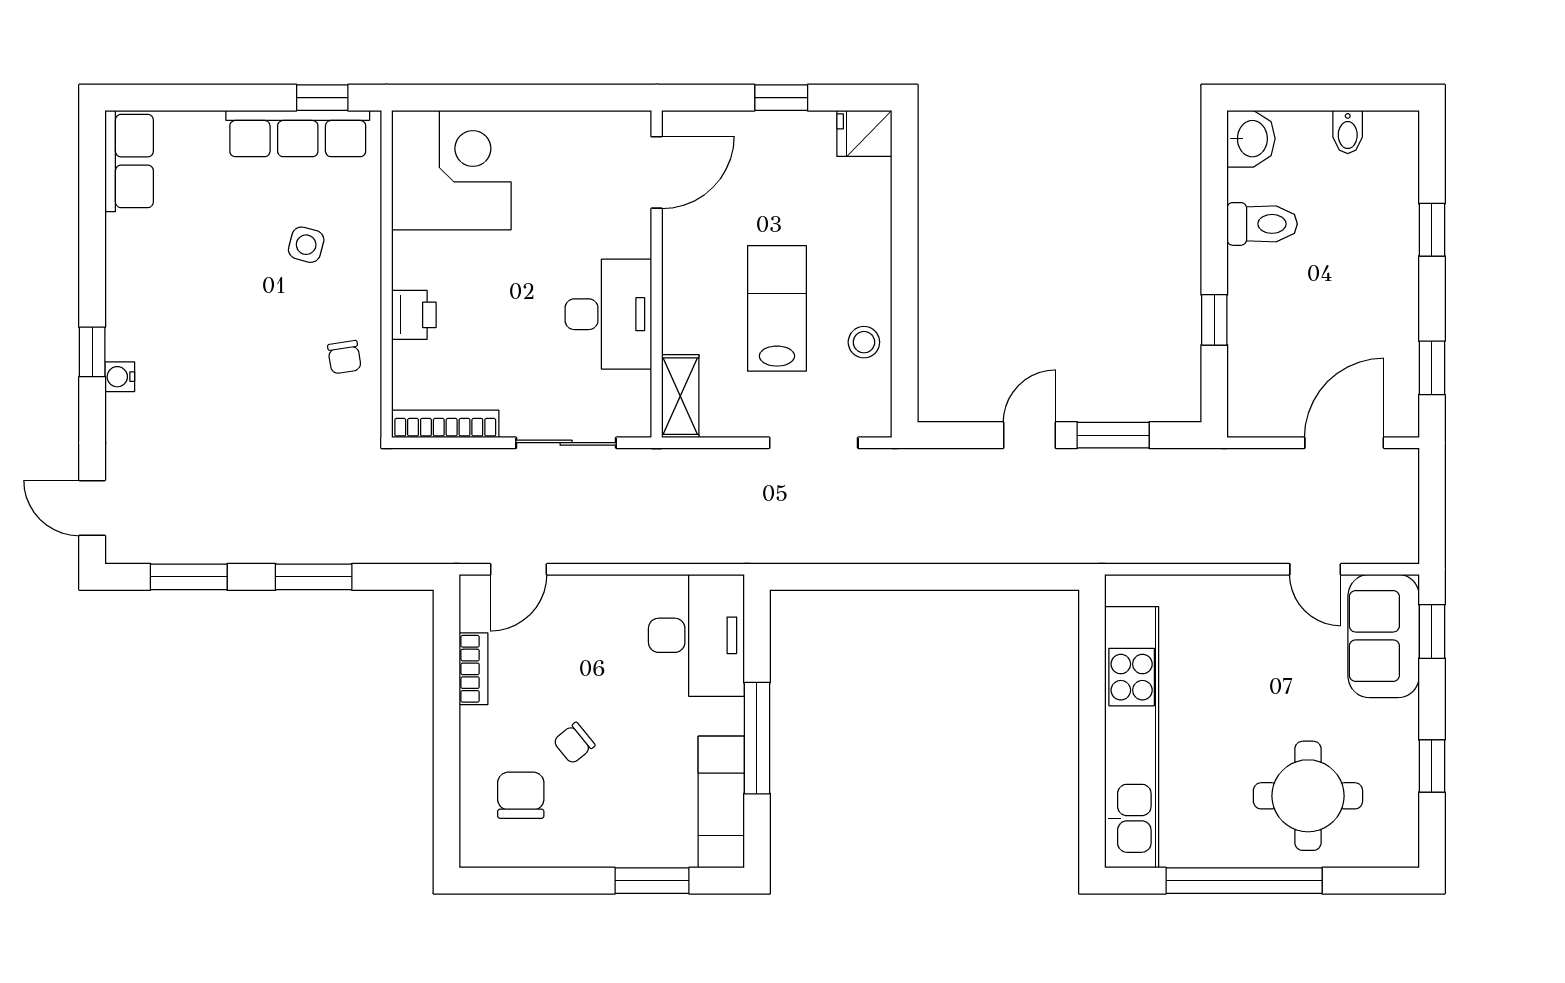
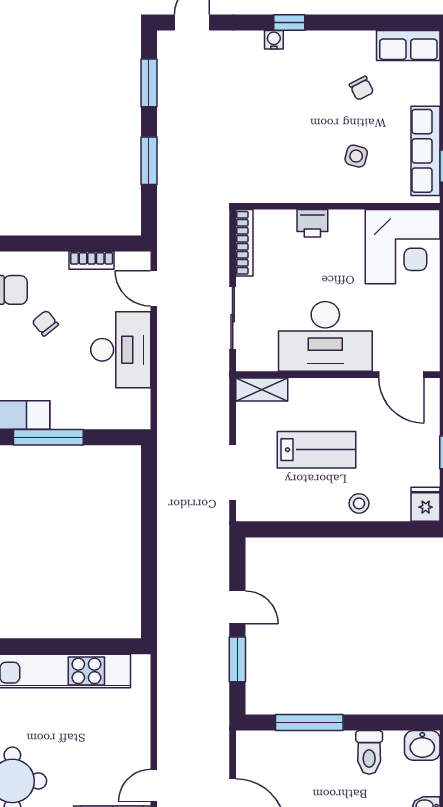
desk: (608, 314) -> (325, 336), width x1.36, depth x1.30
window: (1214, 320) -> (309, 723), width x2.17
stool: (864, 342) -> (359, 503), moved
chair: (344, 357) -> (361, 88), moved, turned -108
desk: (696, 635) -> (121, 350), moved, turned -90

